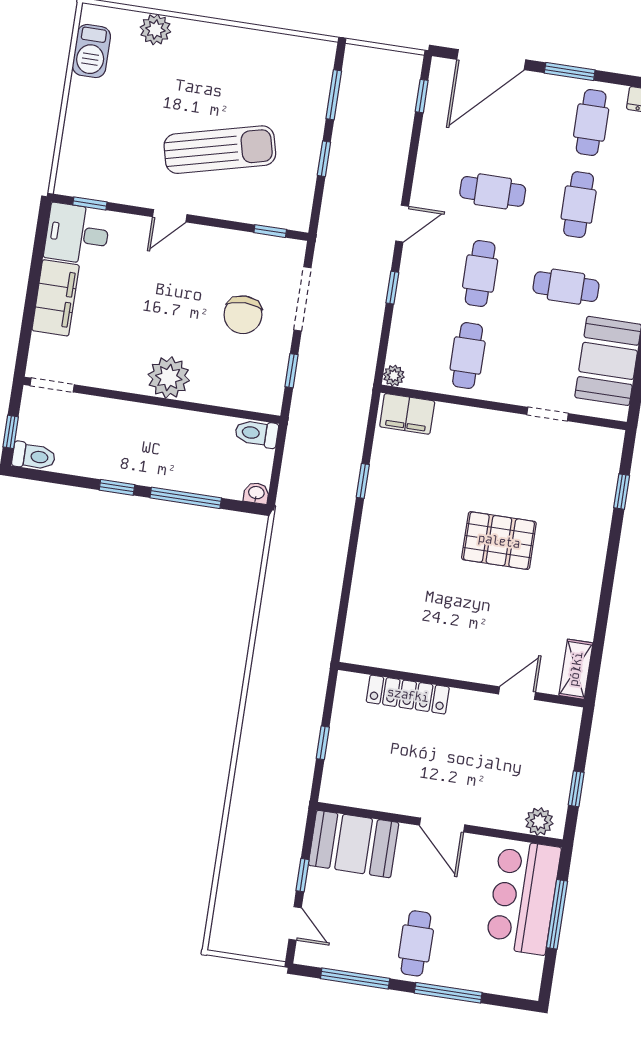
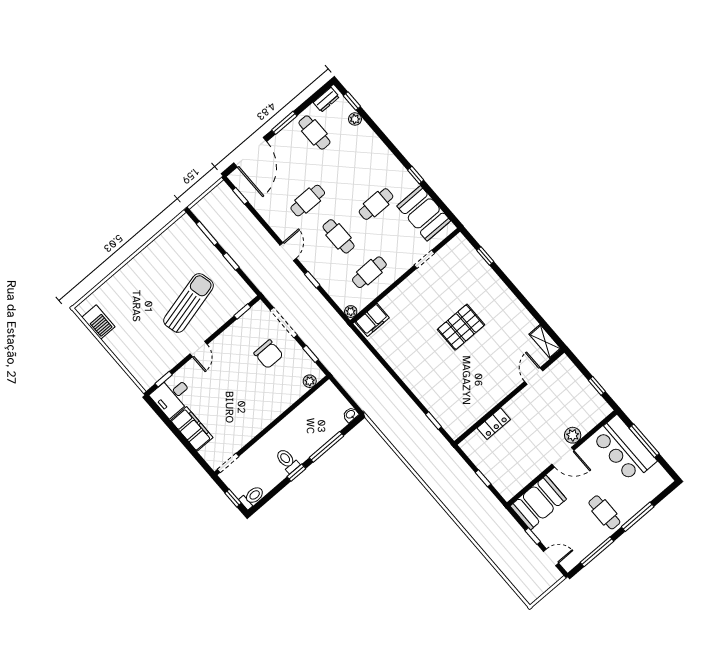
plant: (155, 29) -> (113, 286), removed
cafe table: (579, 205) -> (345, 168), removed
cafe table: (468, 356) -> (369, 272), turned 90
plant: (169, 377) -> (310, 381), moved, width x0.53, depth x0.53
toilet: (257, 433) -> (287, 461), moved, turned 90
window: (363, 481) -> (433, 421), moved
locker: (408, 695) -> (494, 424), width x0.66
plant: (539, 822) -> (573, 435), moved

